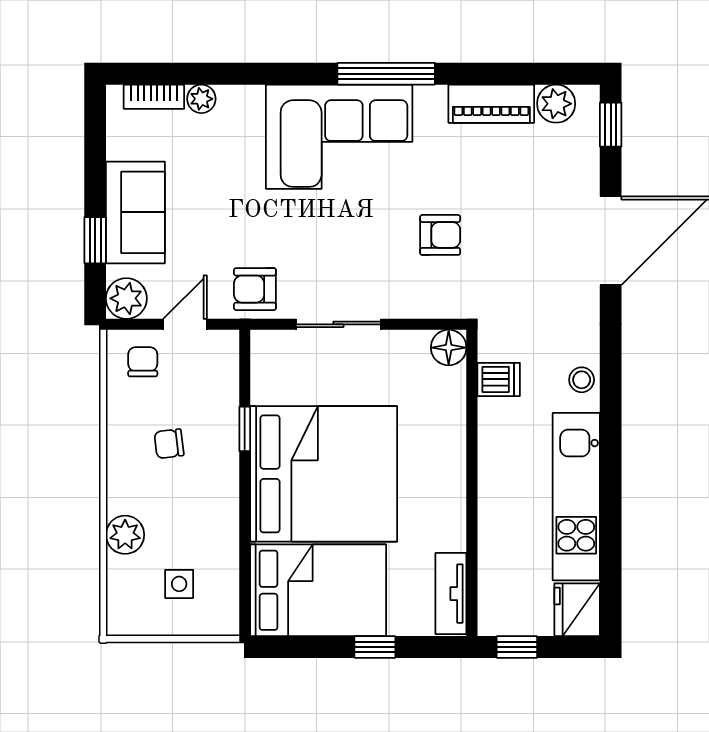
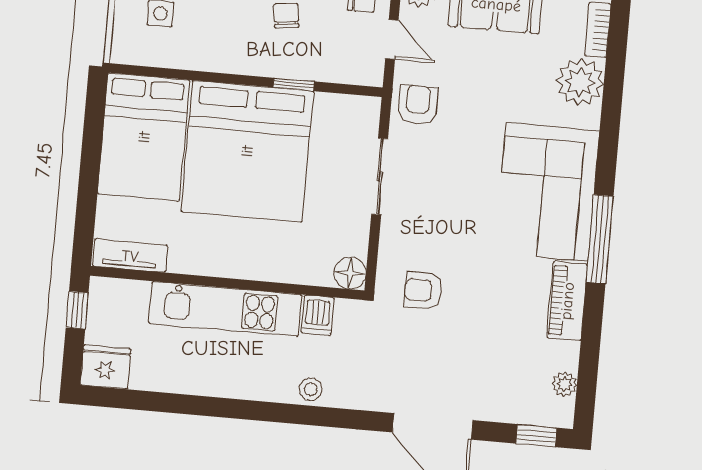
plant: (201, 99) -> (580, 82), width x1.88, depth x1.88
piano: (491, 104) -> (567, 301), moved
plant: (556, 104) -> (565, 384), width x0.73, depth x0.73
armchair: (440, 235) -> (423, 290), moved, turned 90
kitchen unit: (576, 497) -> (225, 309), moved, turned 180
window: (375, 647) -> (88, 183), removed

